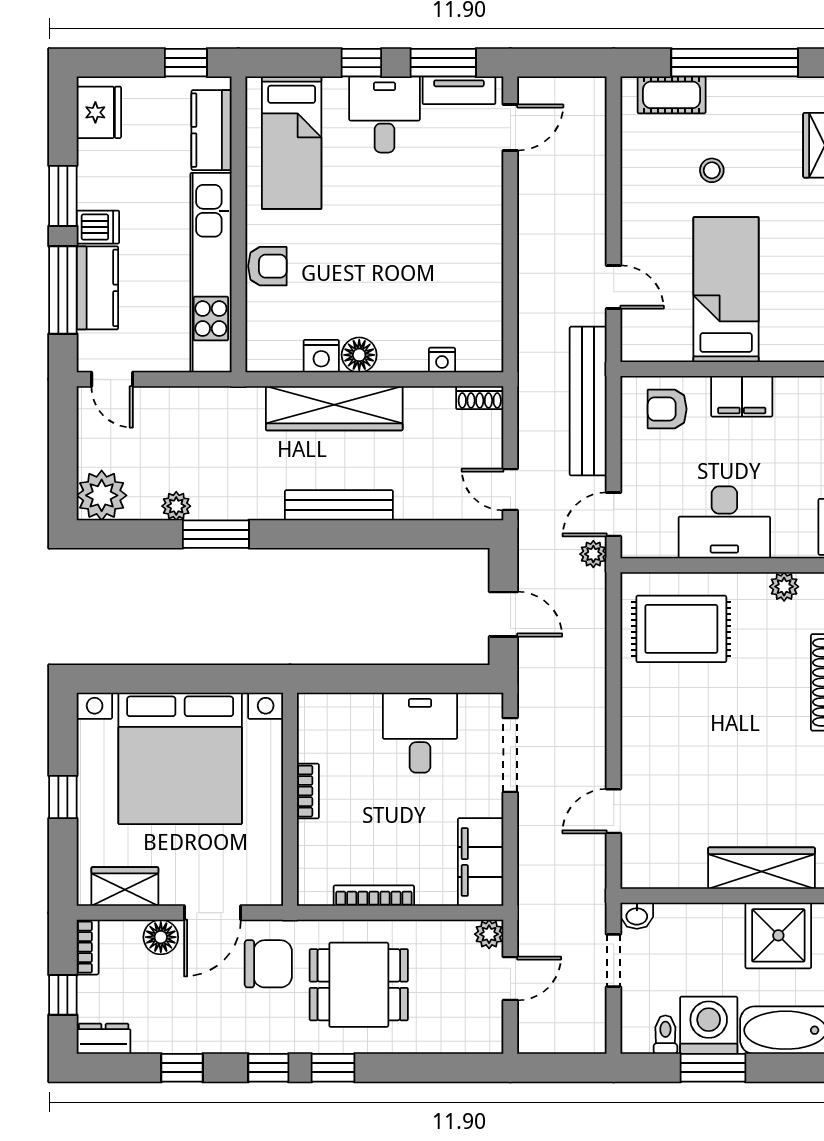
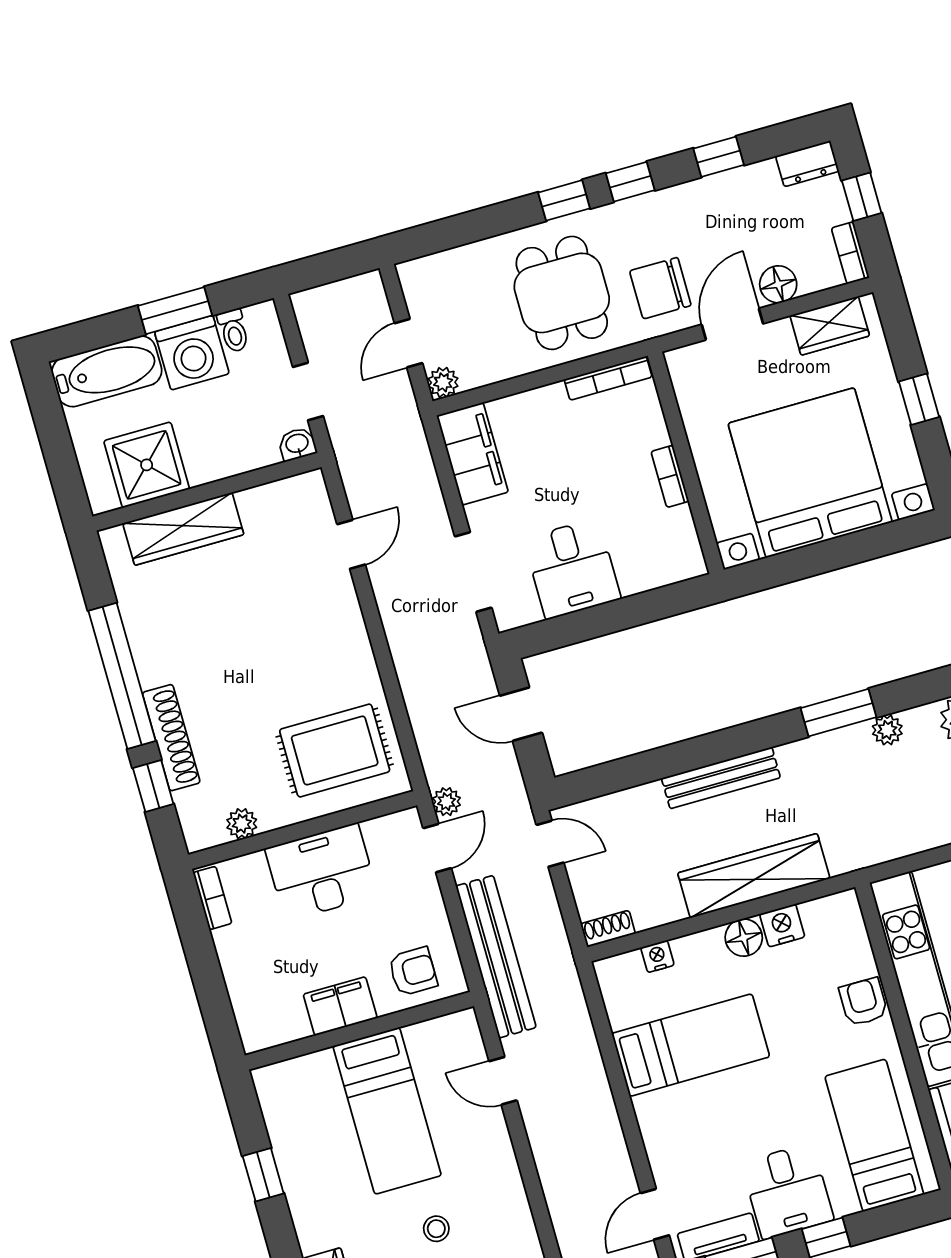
armchair: (267, 266) -> (863, 1002), turned 90
bed: (435, 271) -> (691, 1045), added
bookcase: (374, 896) -> (608, 378), moved
dining table: (359, 985) -> (562, 293), turned 90

